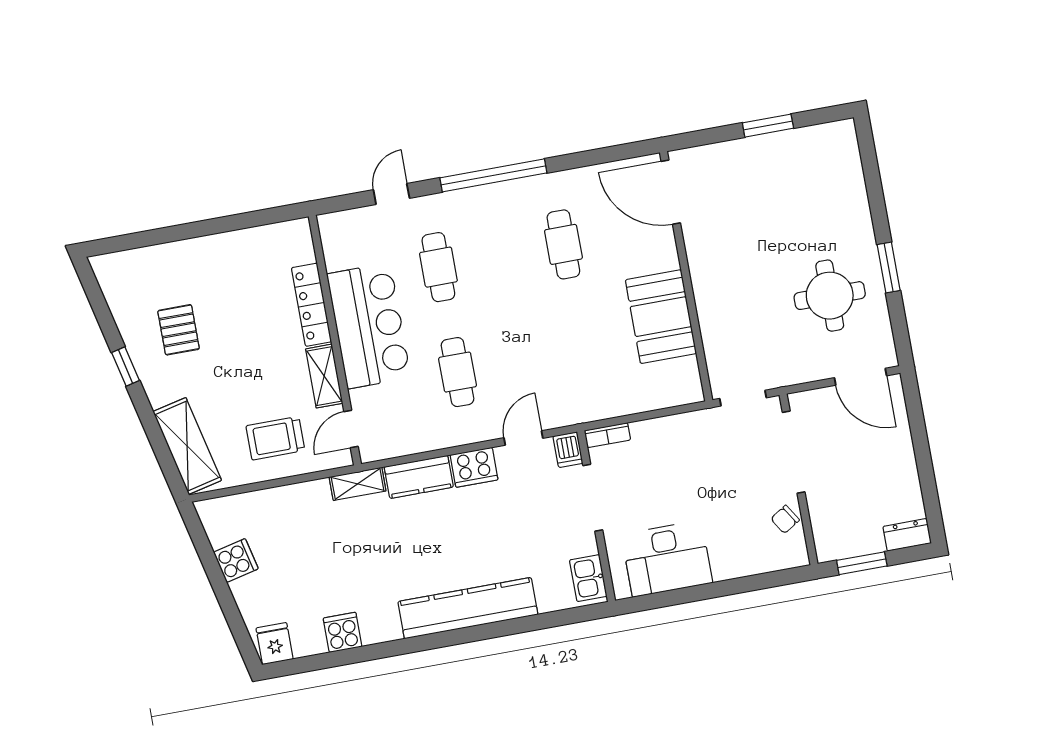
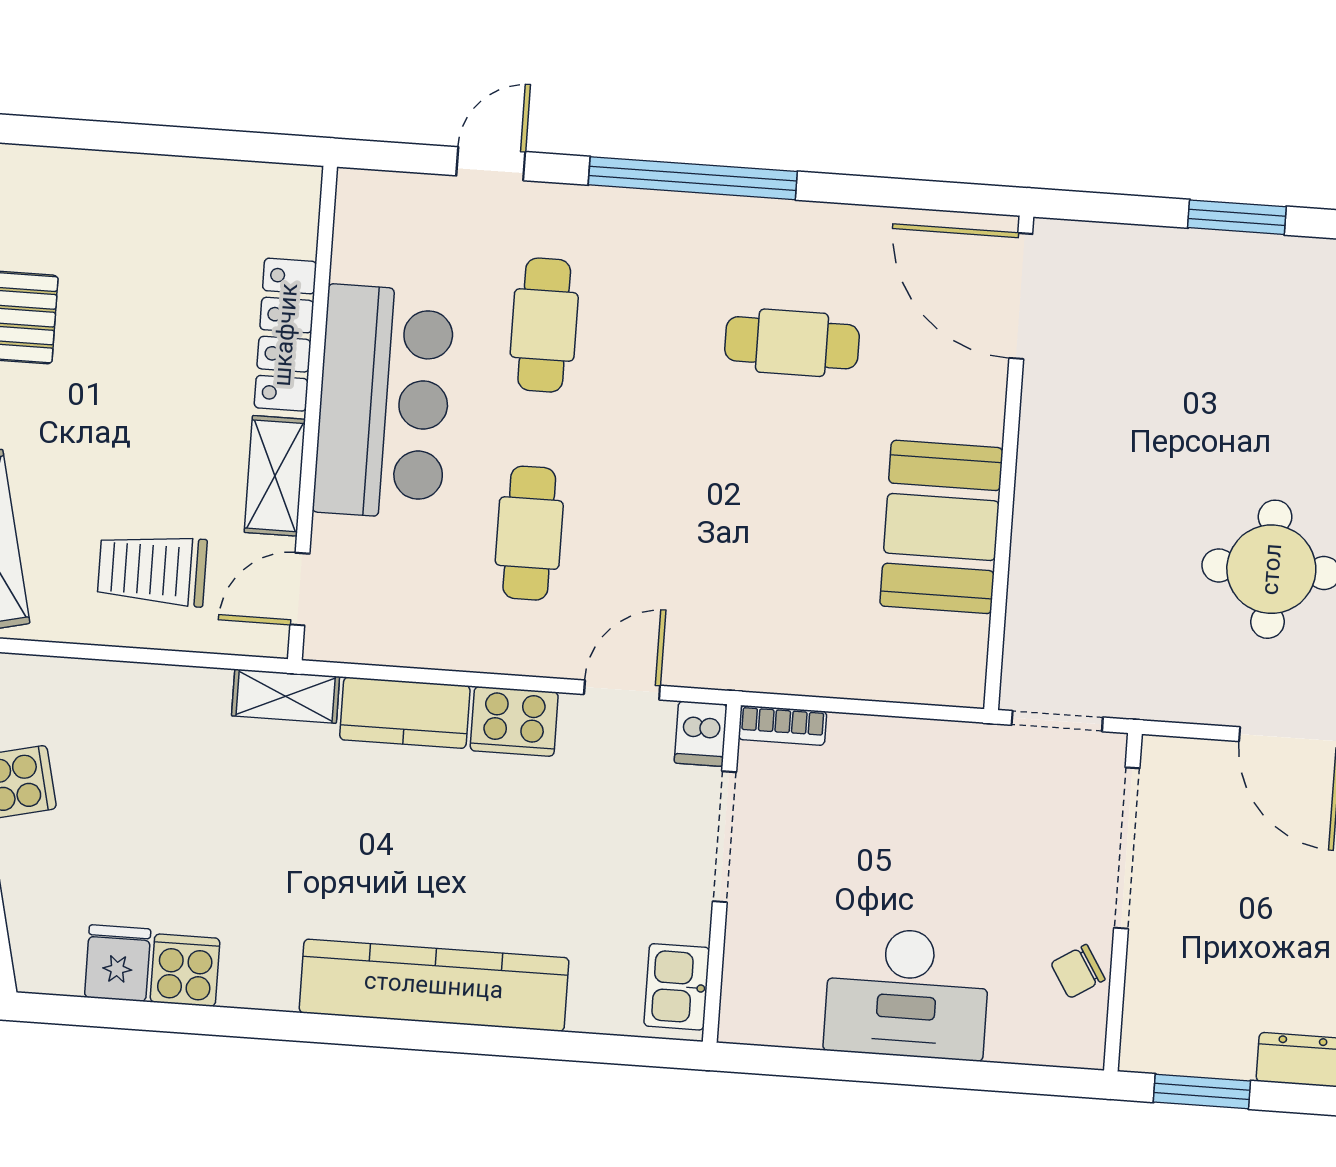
cafe table: (563, 244) -> (792, 343), turned 90
desk: (667, 559) -> (907, 993), moved
fridge: (275, 644) -> (118, 963), moved

